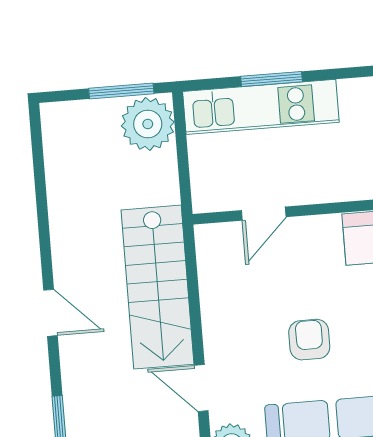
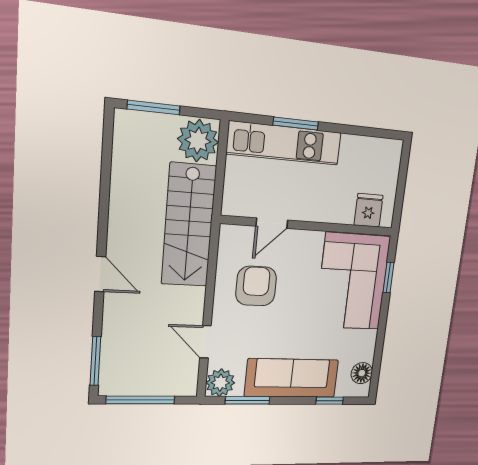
window: (121, 91) -> (154, 107), moved
stairs: (158, 287) -> (189, 225), moved
armchair: (309, 340) -> (256, 286), moved, width x1.38, depth x1.38

